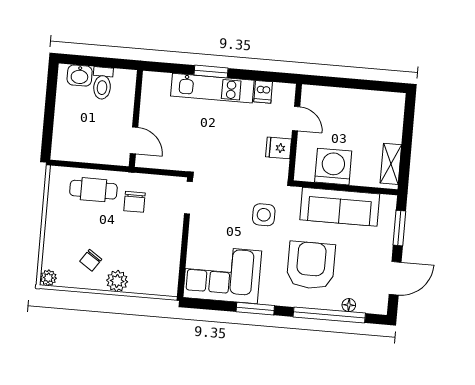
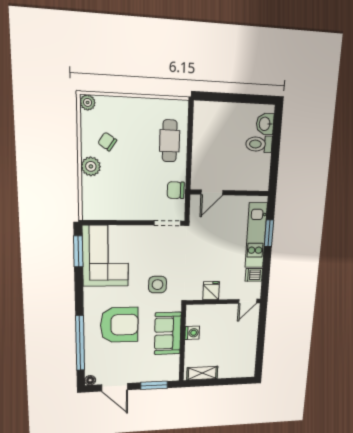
wall: (136, 118) -> (230, 193), moved
door: (296, 119) -> (248, 301), moved
door: (134, 140) -> (212, 192), moved
washing machine: (333, 167) -> (192, 333), width x0.53, depth x0.53
chair: (134, 202) -> (176, 190), moved
sofa: (340, 207) -> (168, 333), width x0.73
floor lamp: (349, 305) -> (90, 380), moved
window: (255, 309) -> (78, 251), moved

